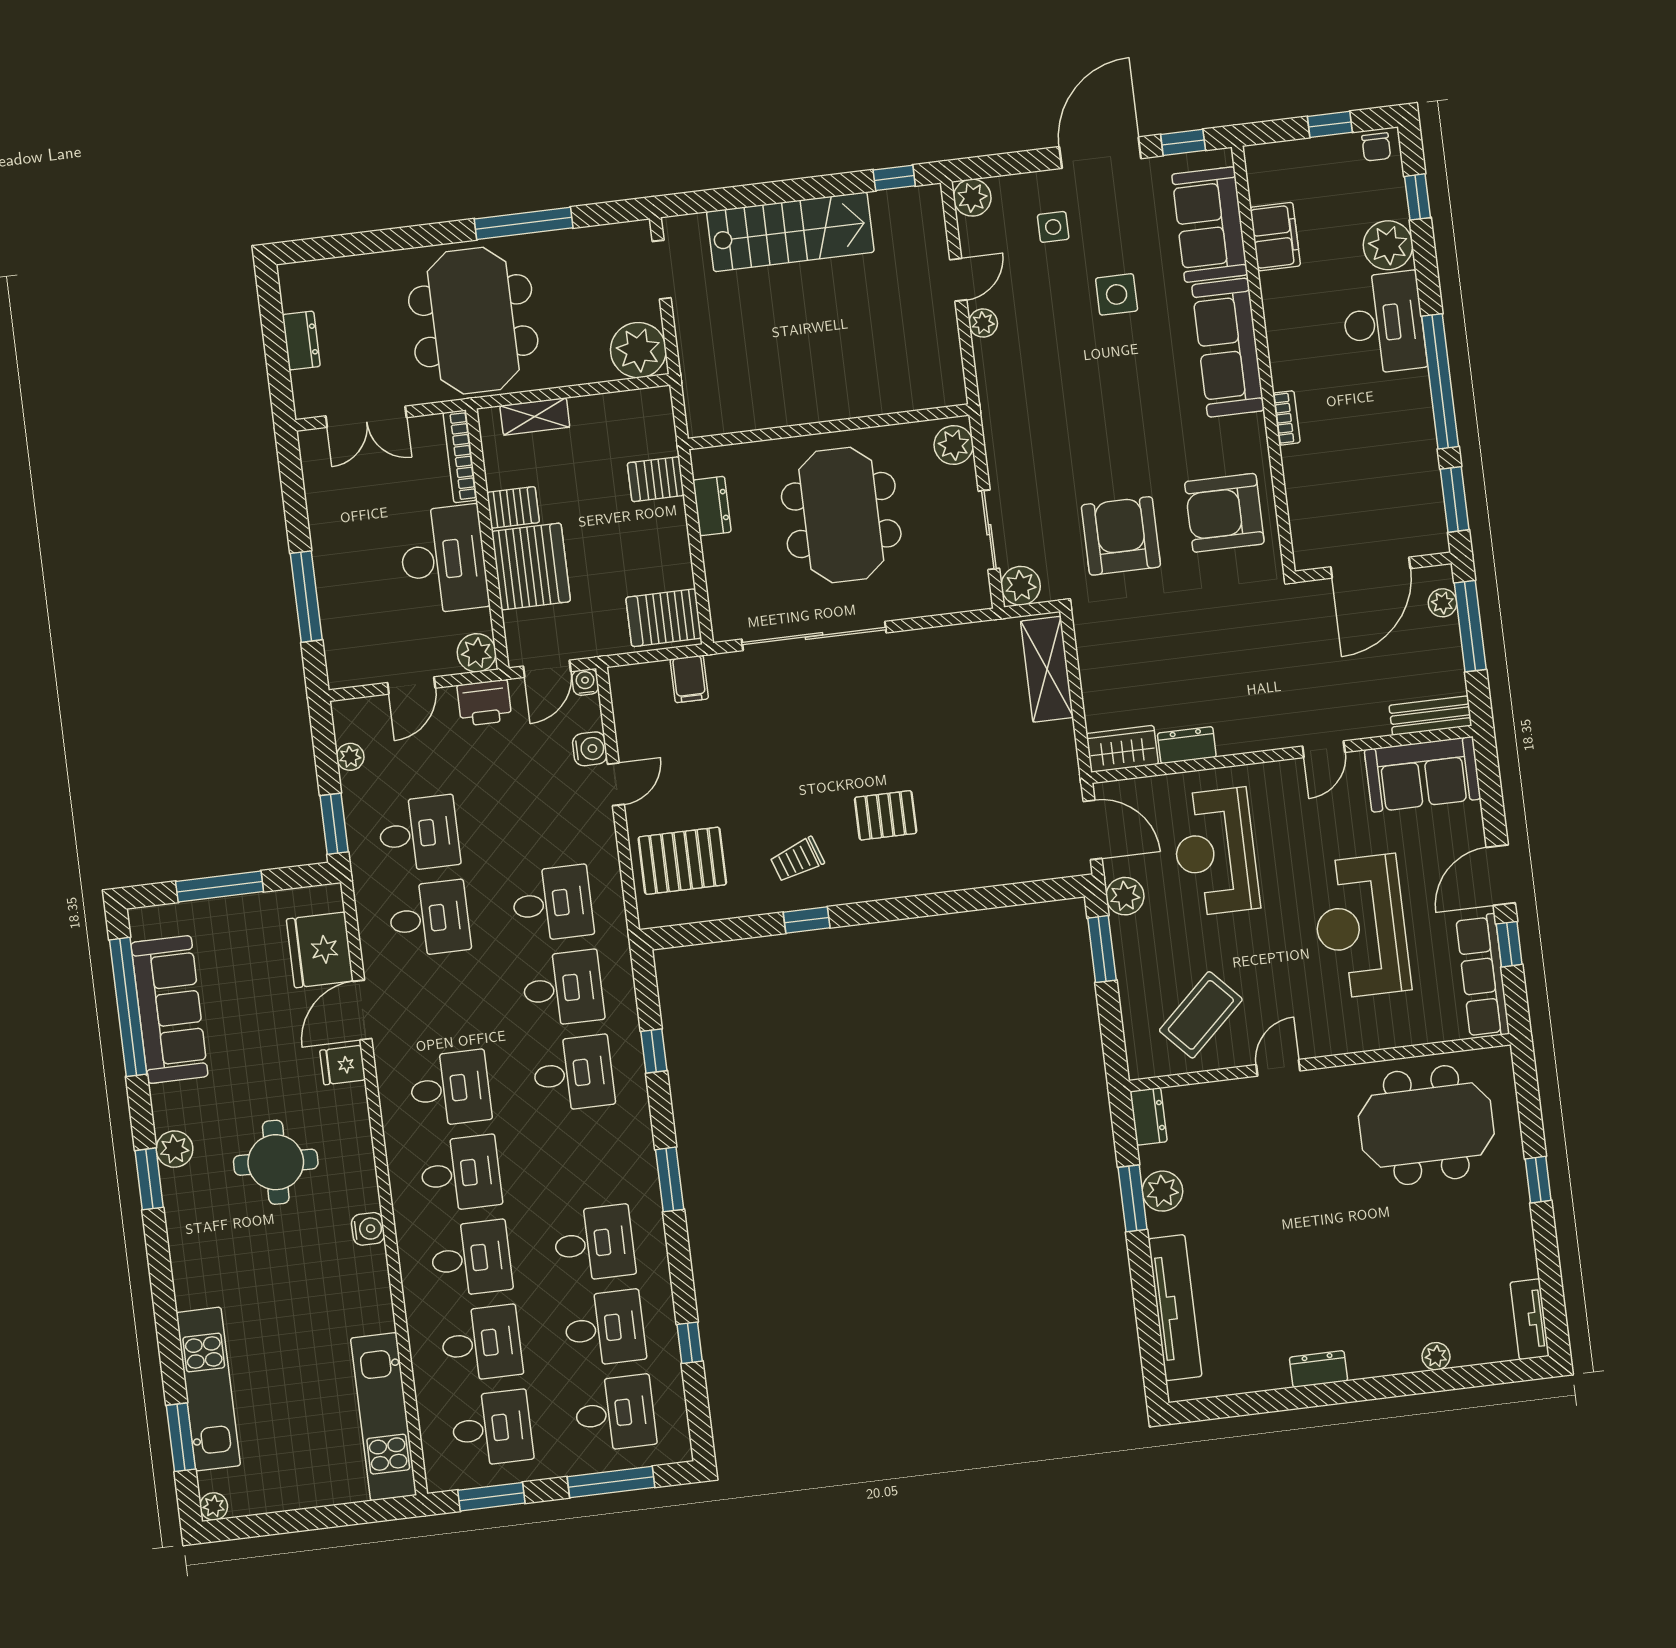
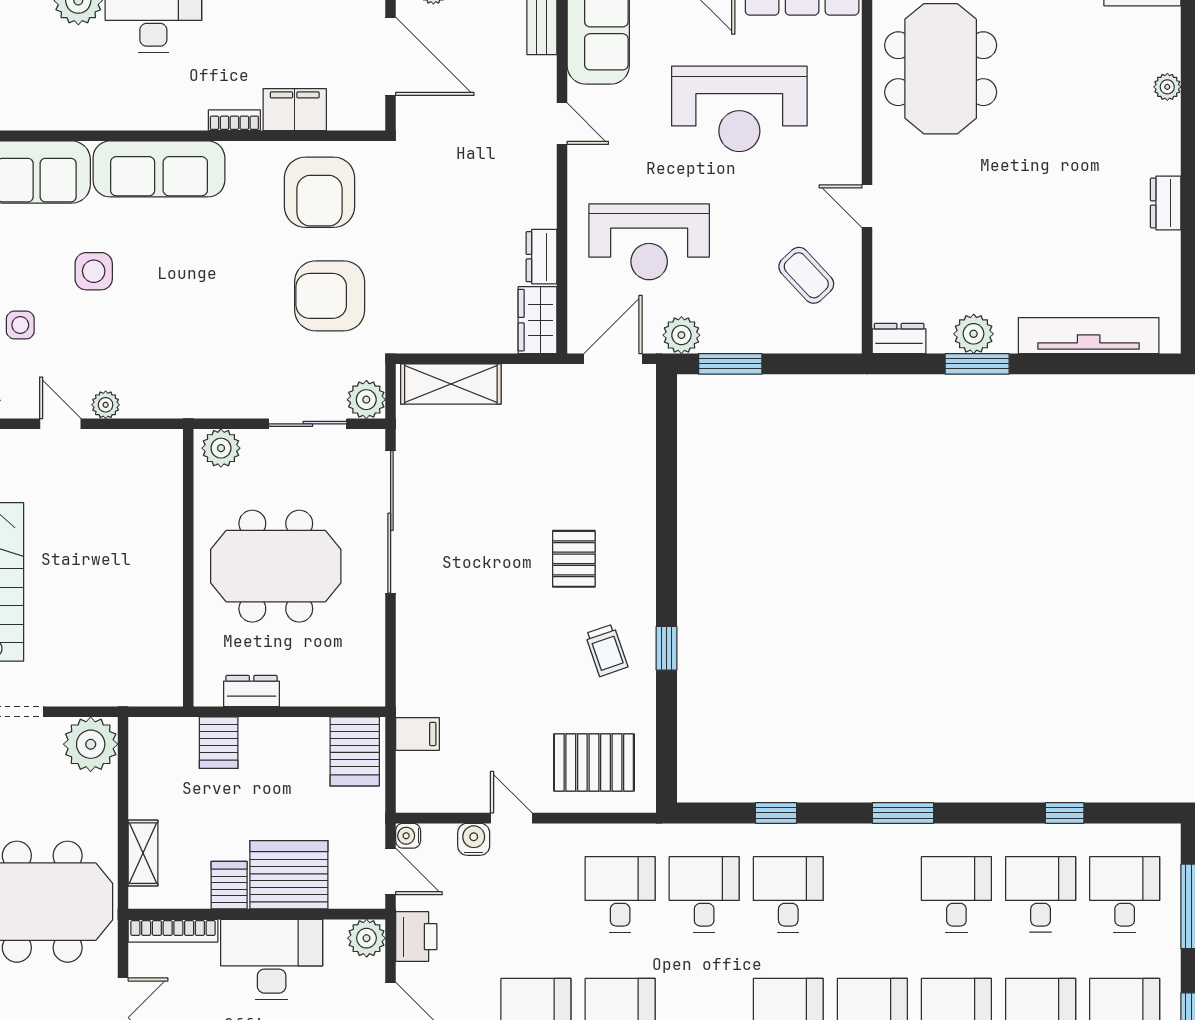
filing cabinet: (1275, 237) -> (295, 110), moved
sliding door: (814, 636) -> (391, 522), moved
pallet: (682, 861) -> (594, 762), turned 90
coffee table: (1201, 1015) -> (806, 275), width x0.73, depth x0.77

